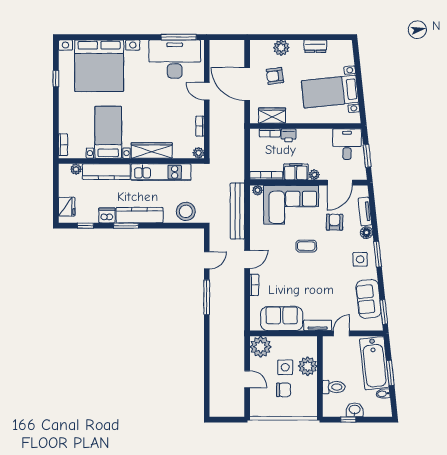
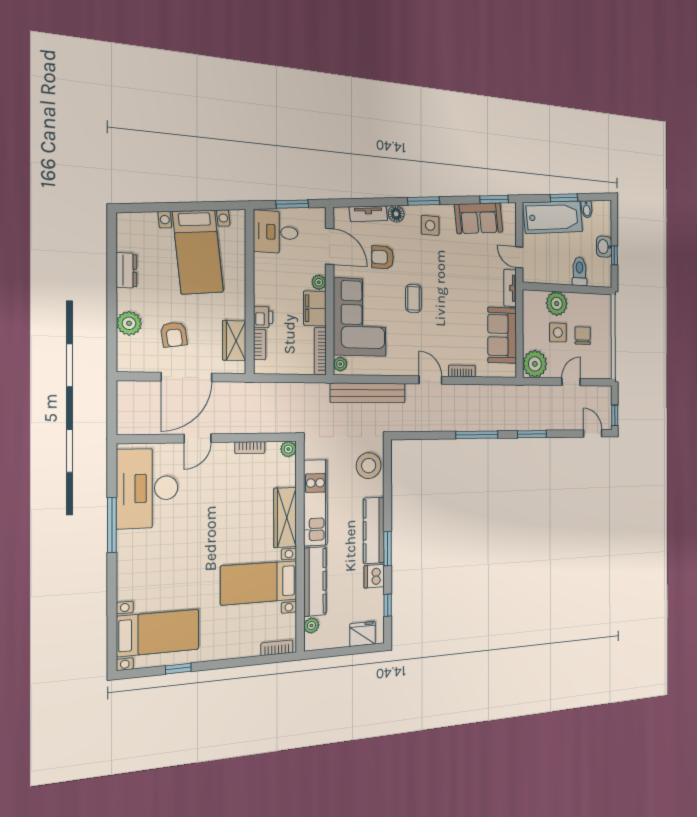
window: (179, 37) -> (112, 525), moved
bed with nightstands: (99, 66) -> (158, 633), width x0.54
door: (207, 260) -> (593, 433), moved
window: (207, 344) -> (532, 434), added
window: (221, 420) -> (615, 415), added

